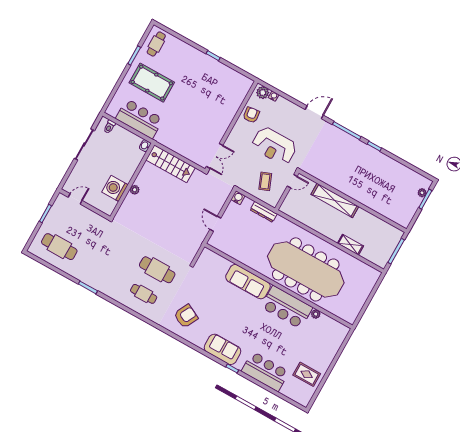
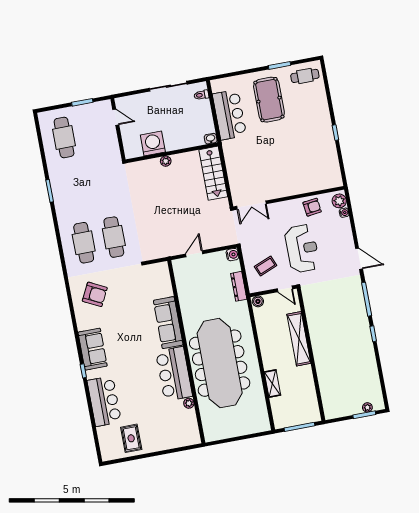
reception desk: (274, 146) -> (302, 249), turned 180
boiler: (285, 207) -> (258, 301), added
cafe table: (144, 294) -> (84, 243), width x1.37, depth x1.35

